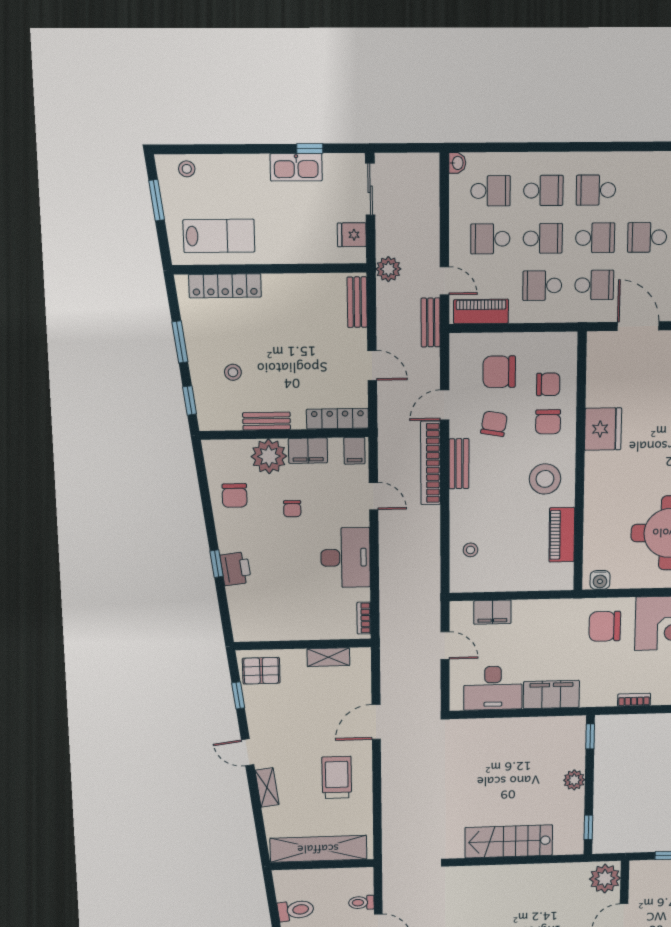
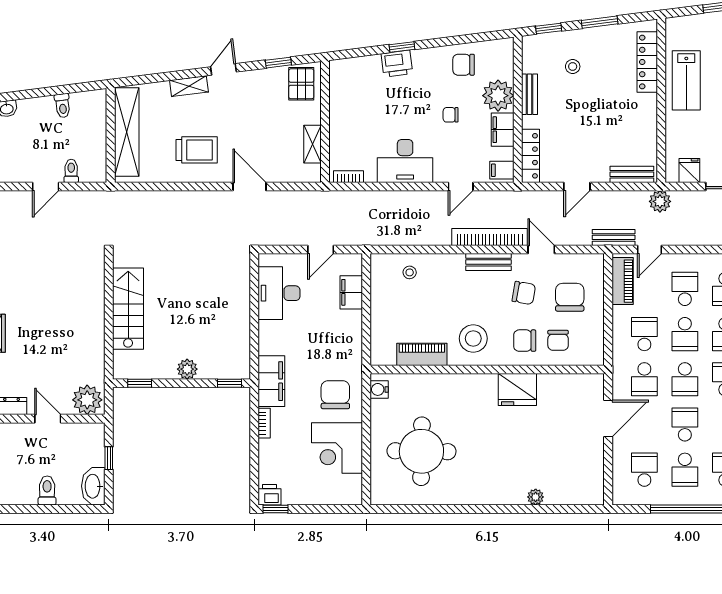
lab bench: (219, 236) -> (686, 80), moved
filing cabinet: (551, 694) -> (271, 381), moved
toilet: (296, 910) -> (63, 106), width x0.73, depth x0.72

